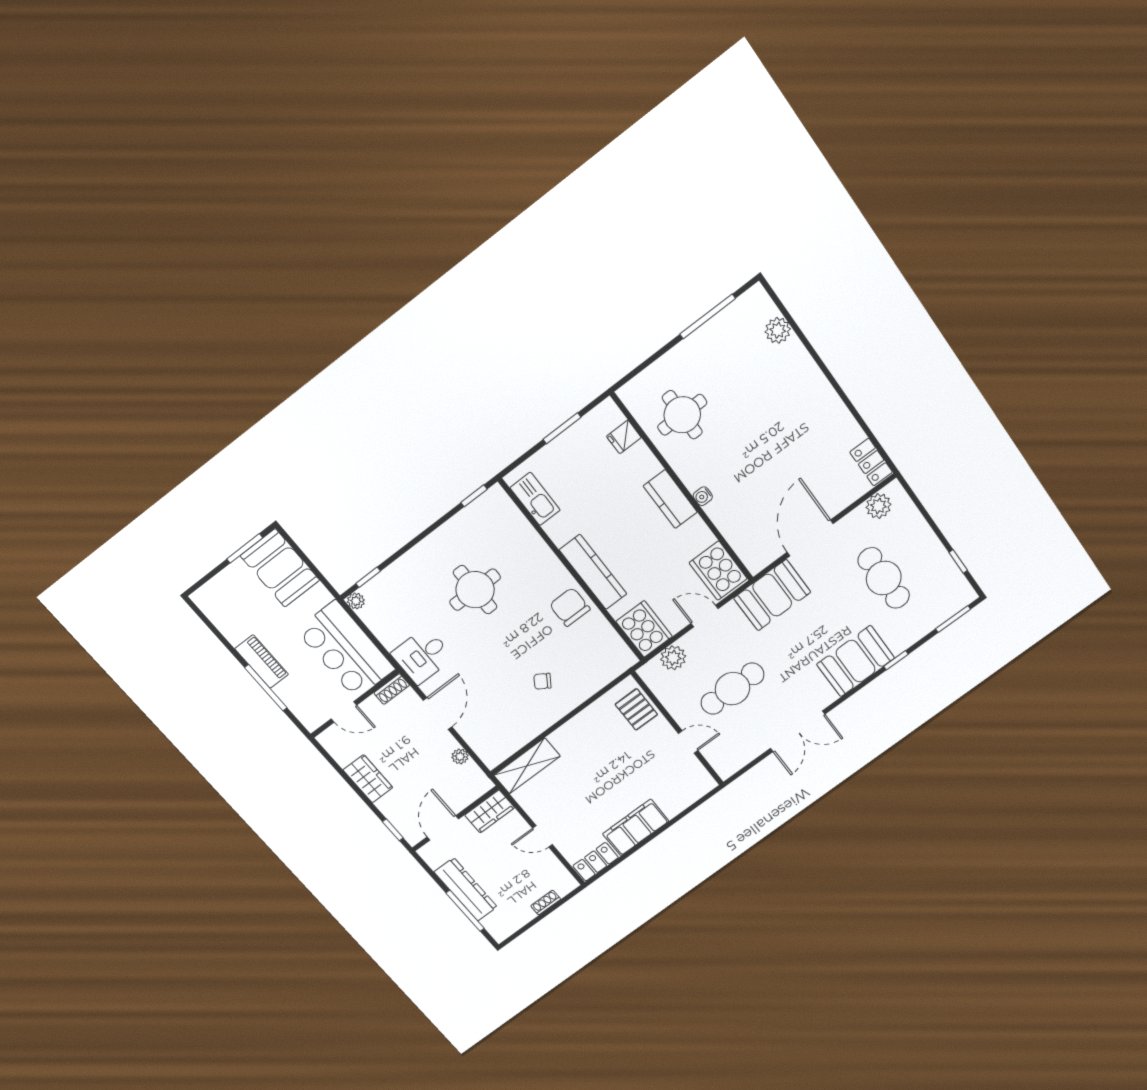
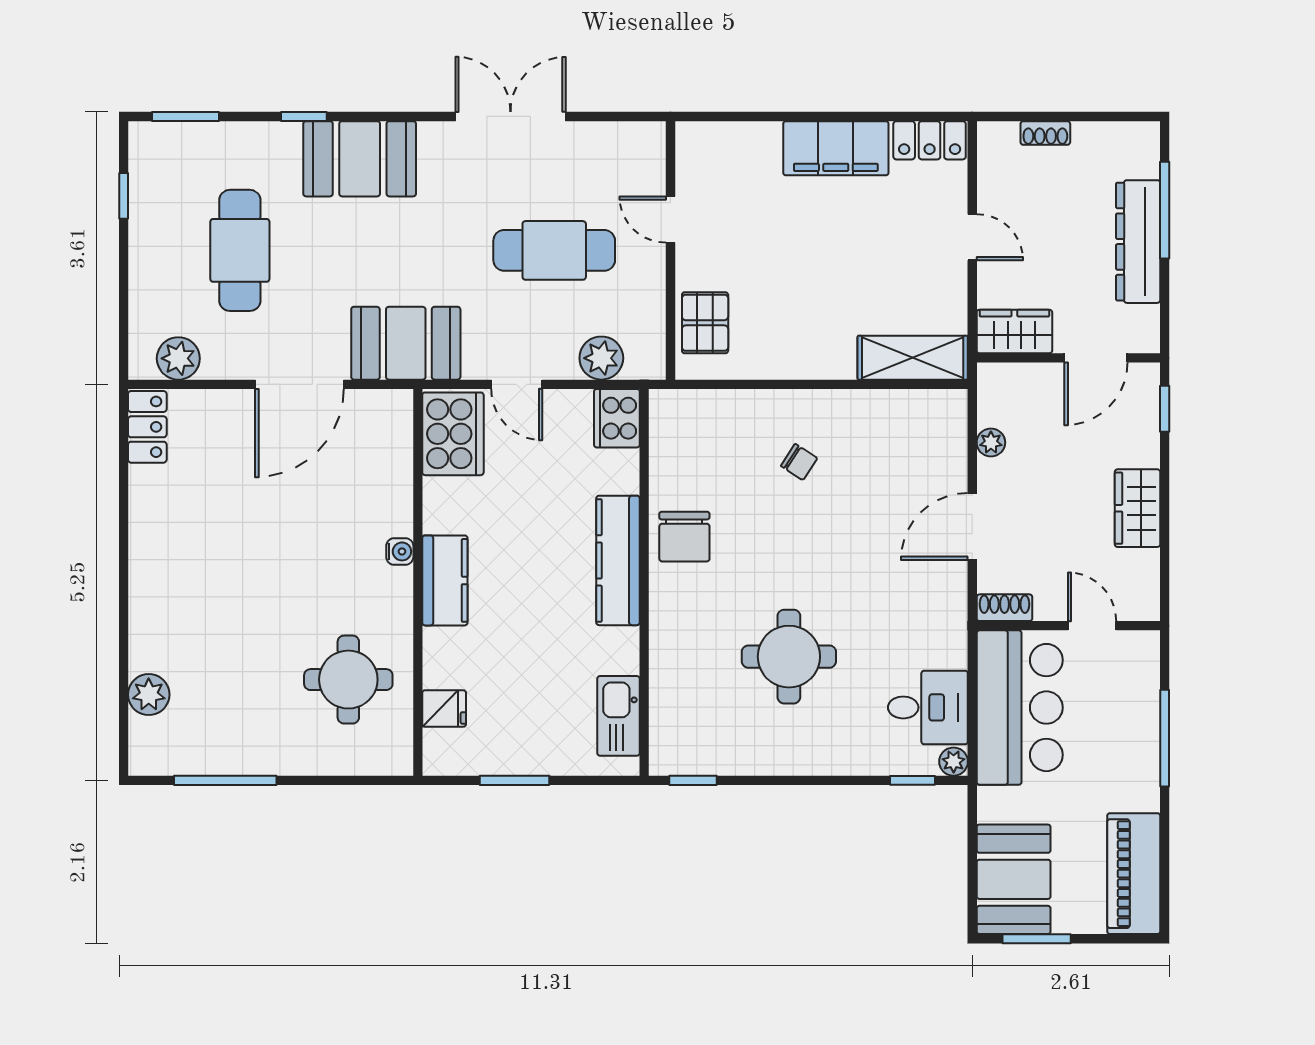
cooker: (644, 629) -> (617, 418), width x0.73, depth x0.76
desk: (422, 656) -> (928, 707), moved
piano: (262, 662) -> (1134, 874), moved, width x1.37, depth x1.33

